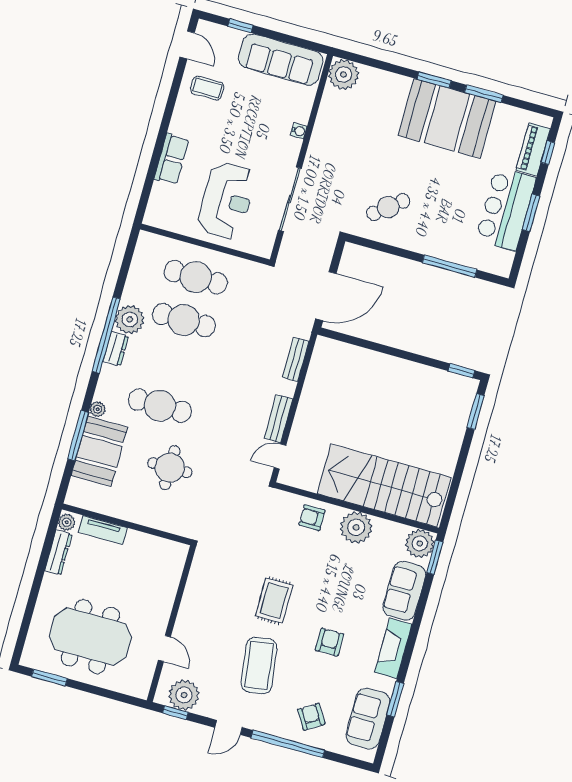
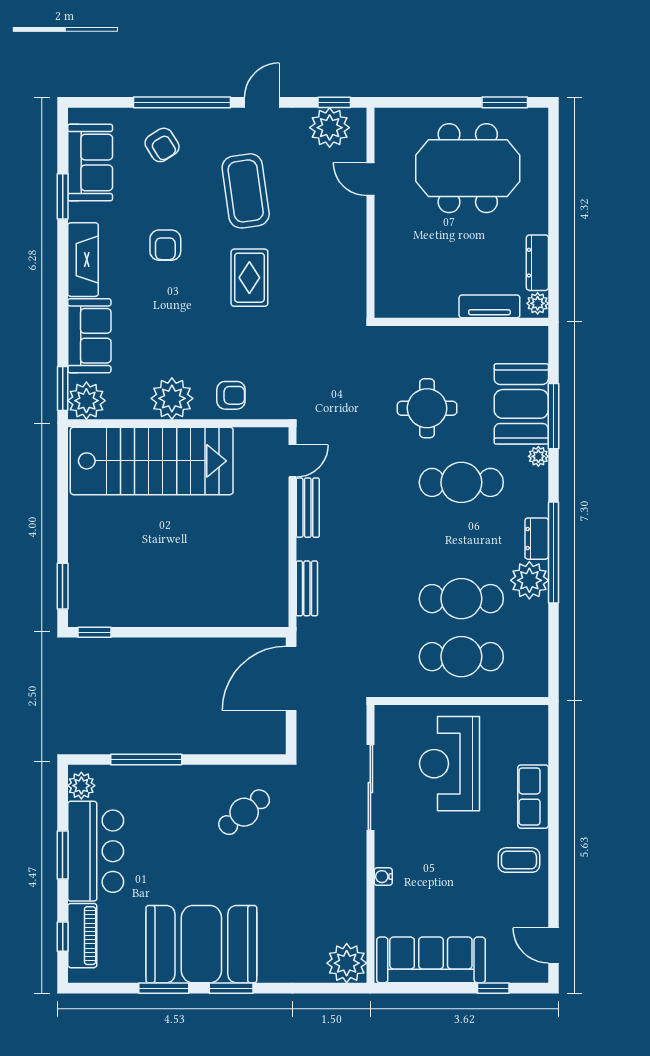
coffee table: (207, 88) -> (519, 860), moved
plant: (503, 260) -> (81, 786), added

